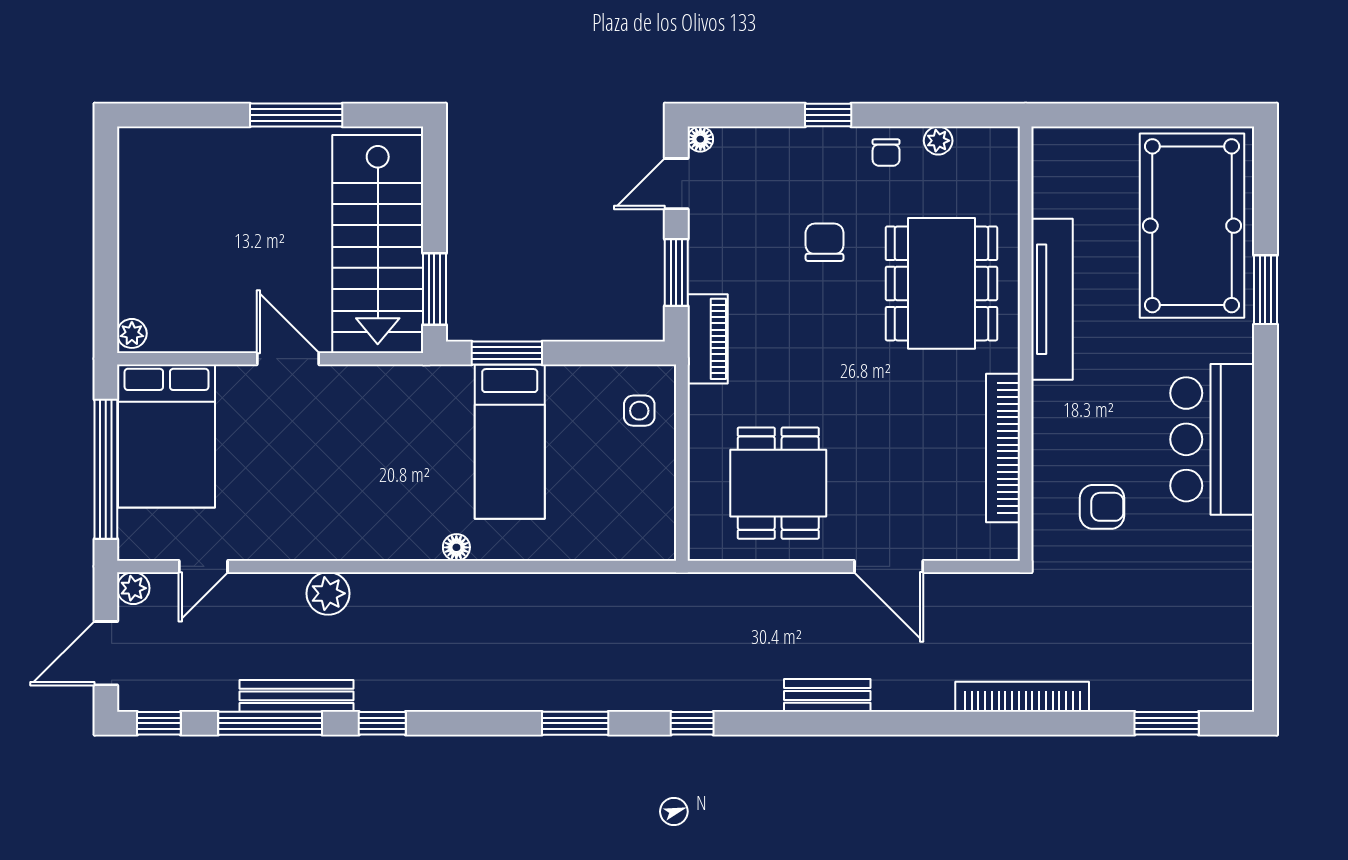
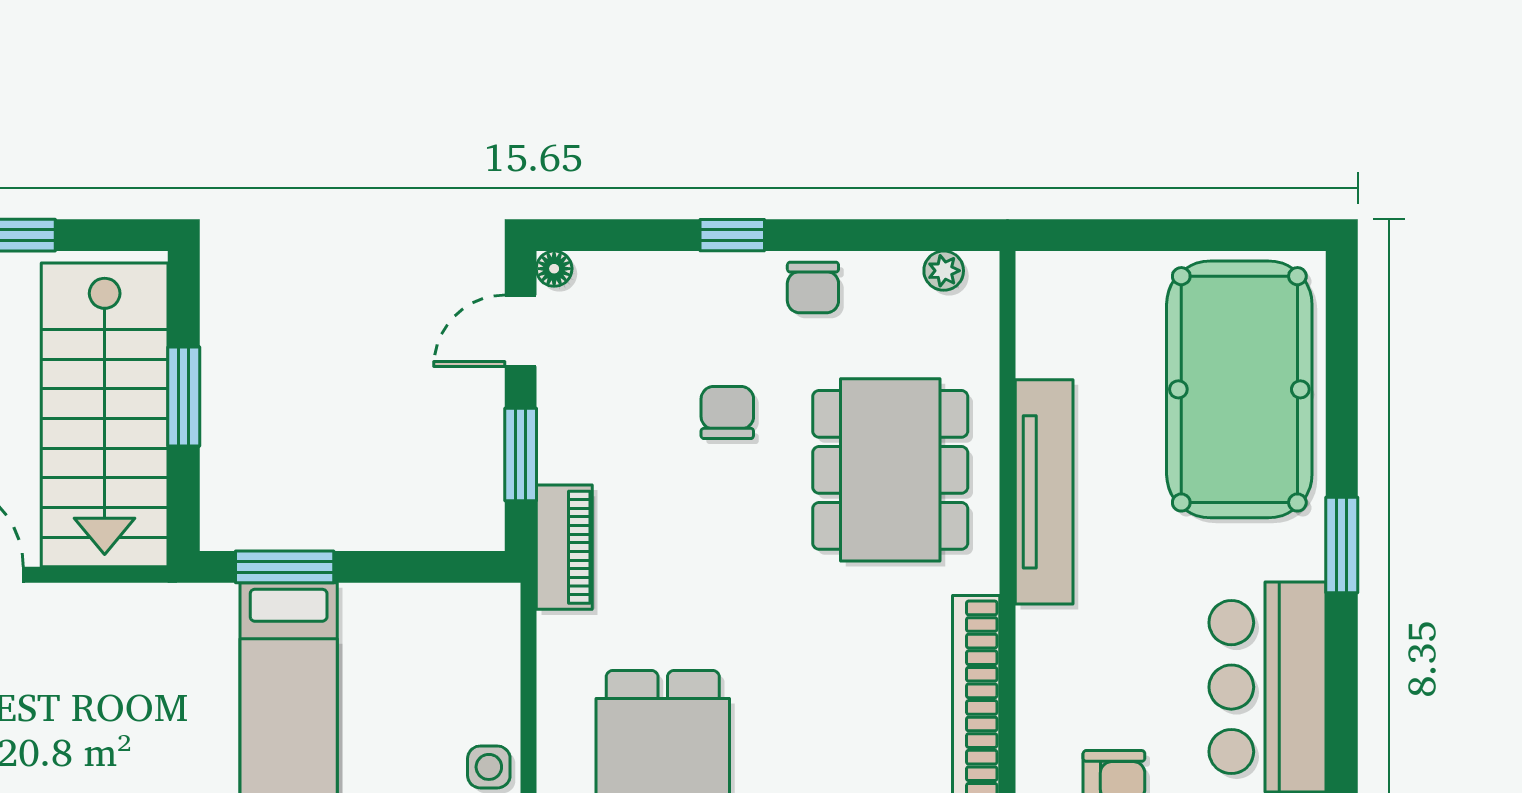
plant: (938, 141) -> (944, 271), moved
chair: (886, 153) -> (813, 287), width x1.37, depth x1.37
window: (434, 289) -> (184, 396), moved
window: (1265, 290) -> (1342, 545), moved
side table: (639, 411) -> (489, 767), moved

